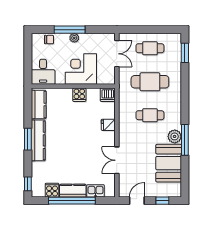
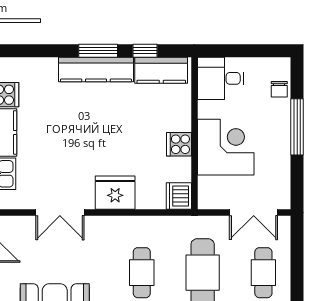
plant: (74, 38) -> (282, 135), removed
fridge: (108, 125) -> (115, 193), width x1.88, depth x1.34
double door: (117, 160) -> (60, 212), swing flipped
window: (28, 184) -> (145, 51), moved

